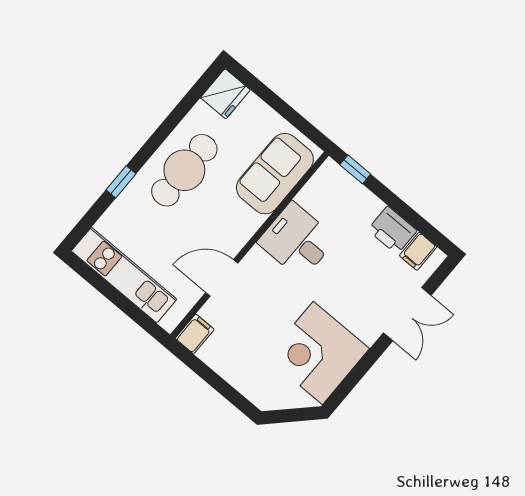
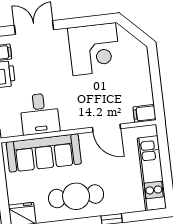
sofa: (275, 174) -> (44, 153), width x1.36
desk: (297, 241) -> (40, 114), moved

